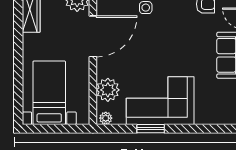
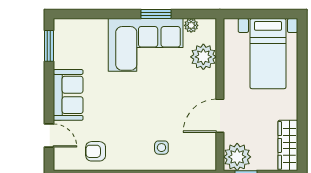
door: (93, 36) -> (220, 116), width x0.73
plant: (106, 118) -> (191, 25), moved

